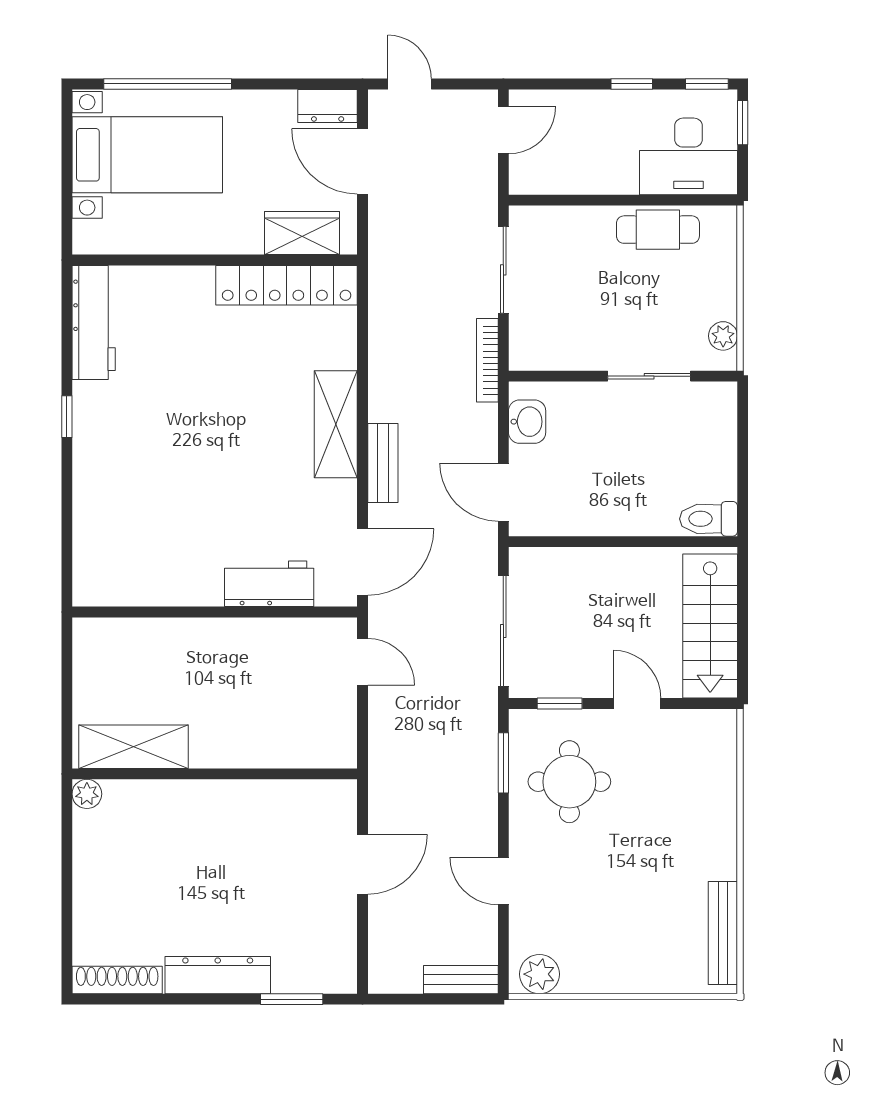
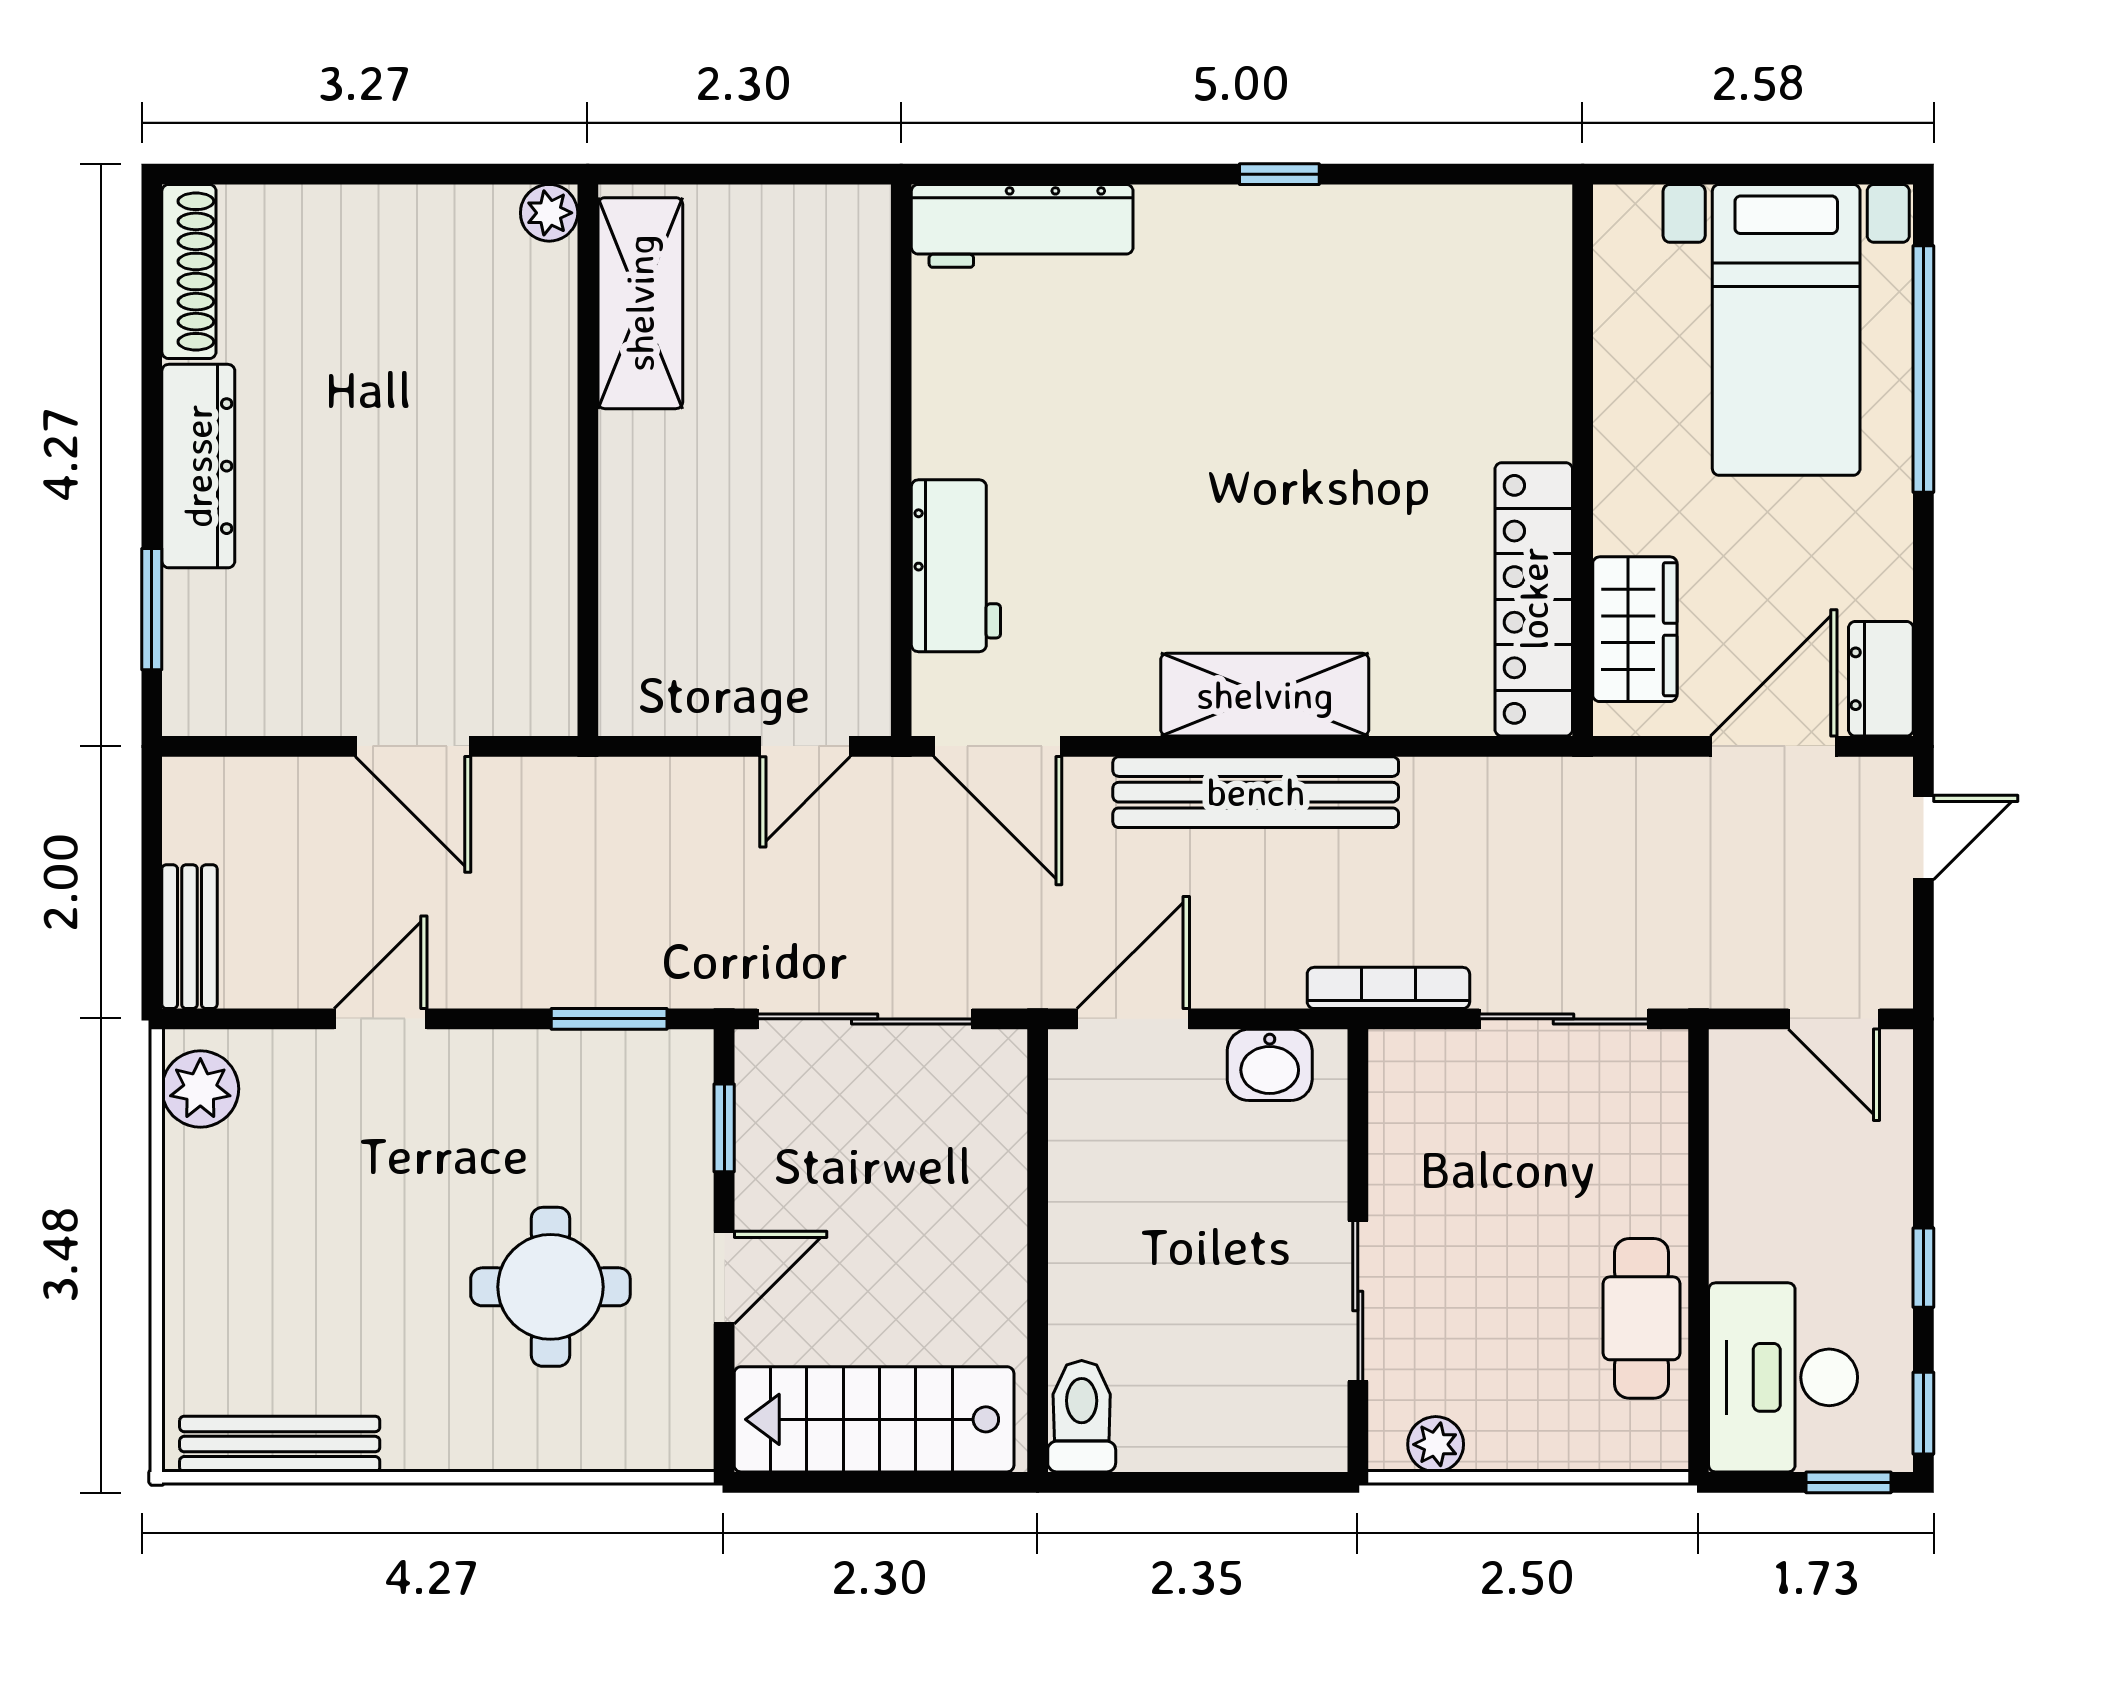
workbench: (94, 322) -> (1022, 226), moved
bench: (383, 463) -> (1256, 792), width x1.86, depth x1.21
round table: (569, 782) -> (550, 1287), moved

